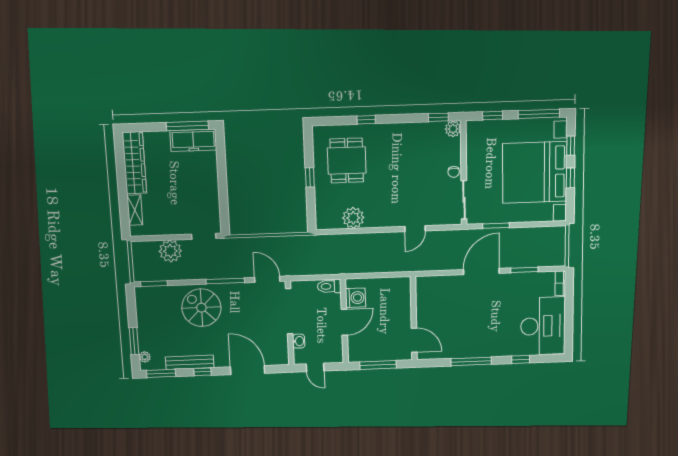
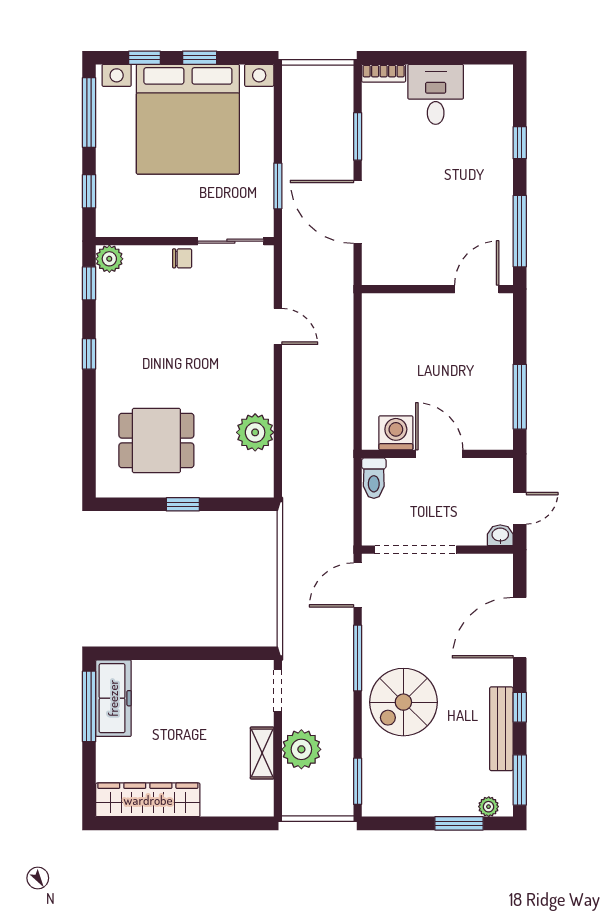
window: (366, 120) -> (89, 354), moved
shelving: (135, 210) -> (262, 753), moved, turned 90
wall: (414, 318) -> (437, 289), moved
desk: (543, 326) -> (436, 94), width x0.53, depth x0.77
door: (414, 340) -> (477, 289), moved
washbasin: (299, 341) -> (500, 535), moved

